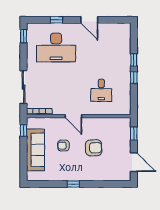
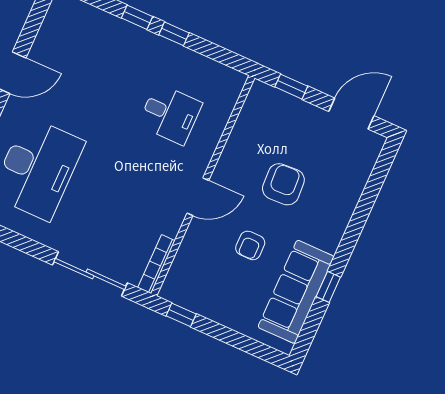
sofa: (35, 150) -> (296, 292), moved, turned -90
window: (73, 184) -> (328, 287), moved

